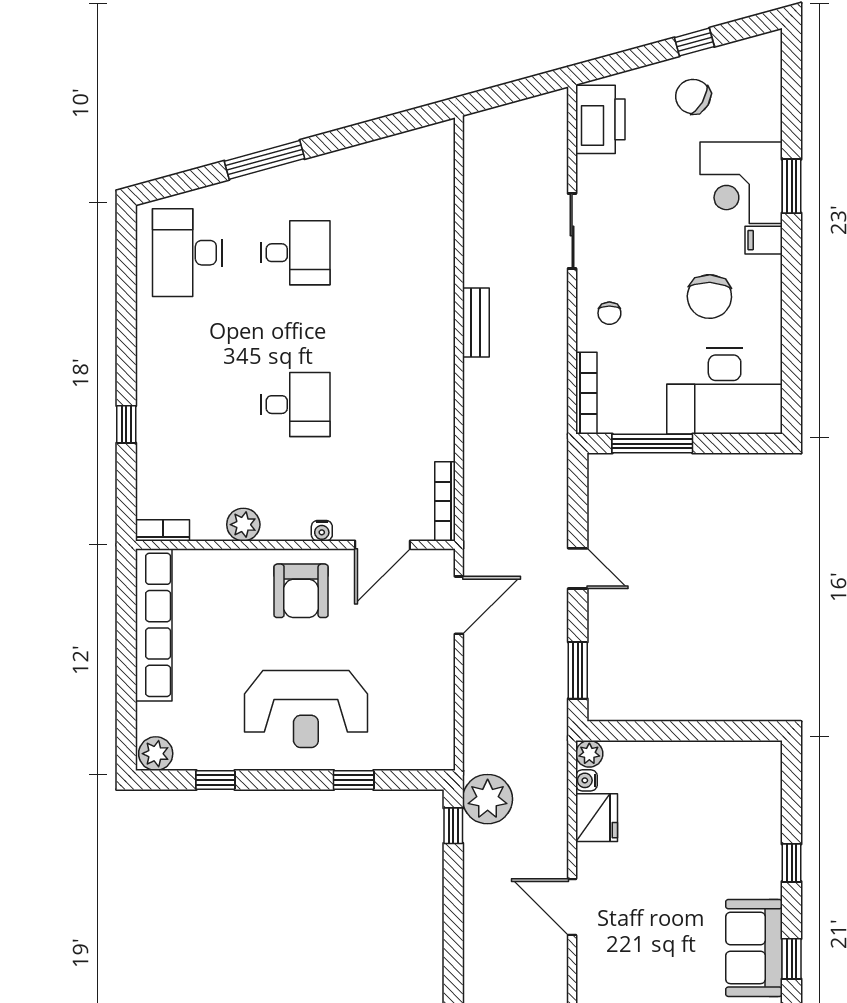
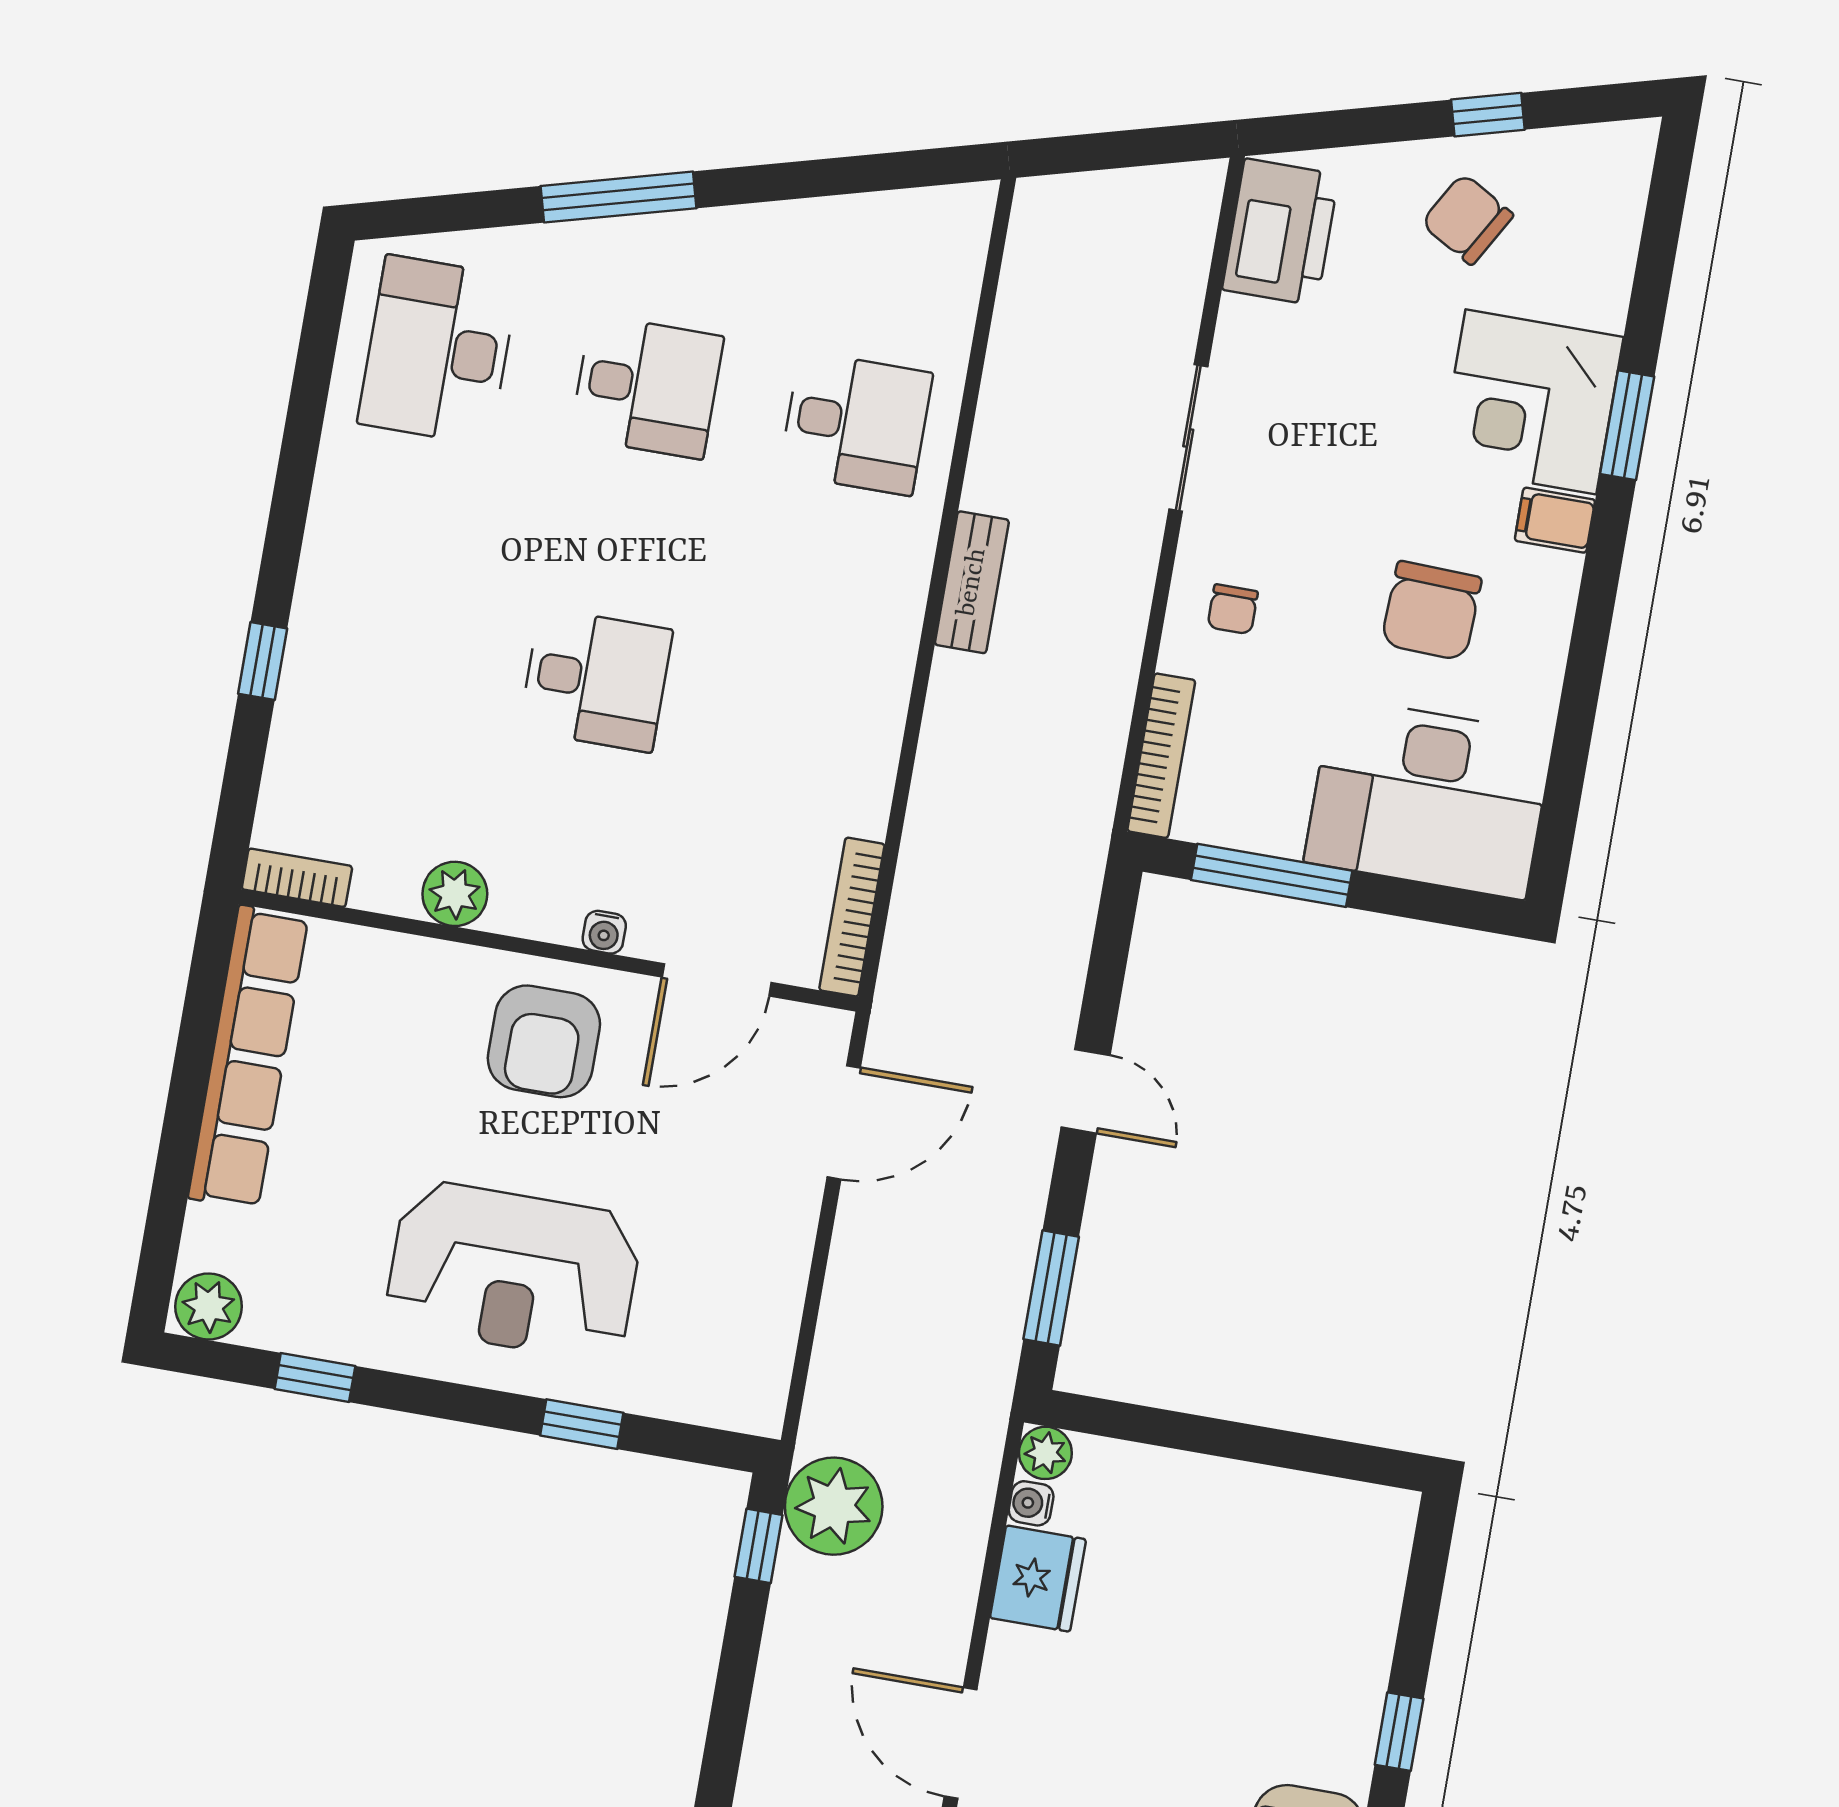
desk: (404, 253) -> (856, 423), added

